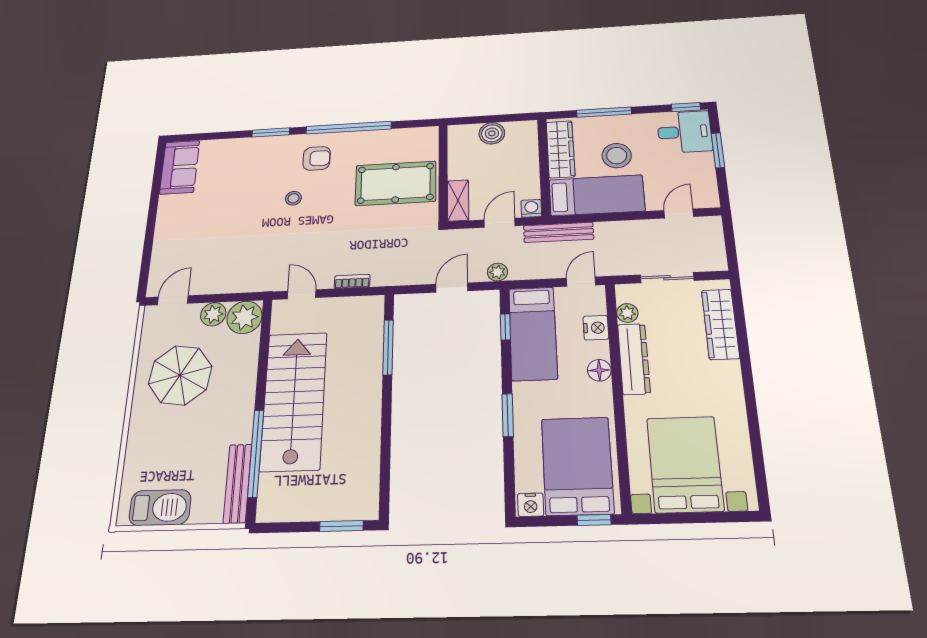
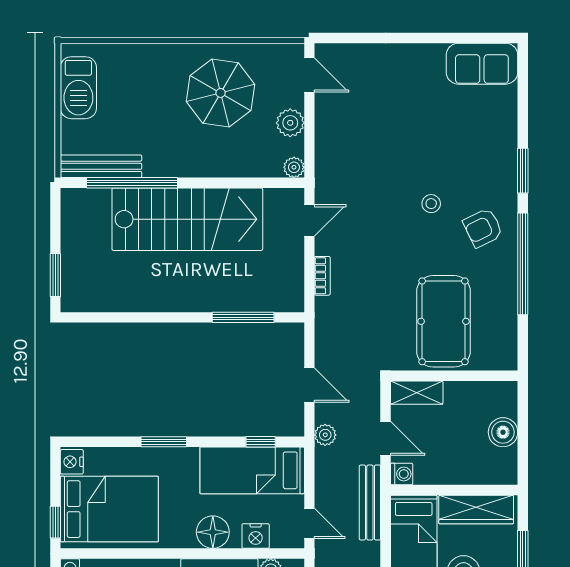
armchair: (317, 158) -> (483, 228), turned 64
plant: (244, 317) -> (294, 167), width x0.53, depth x0.53
floor lamp: (599, 370) -> (213, 532), width x1.38, depth x1.38

